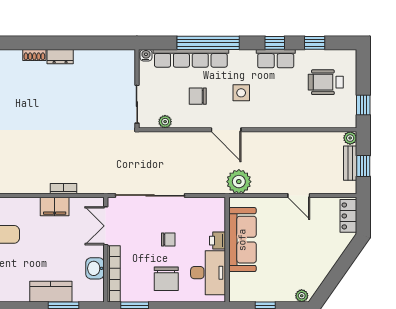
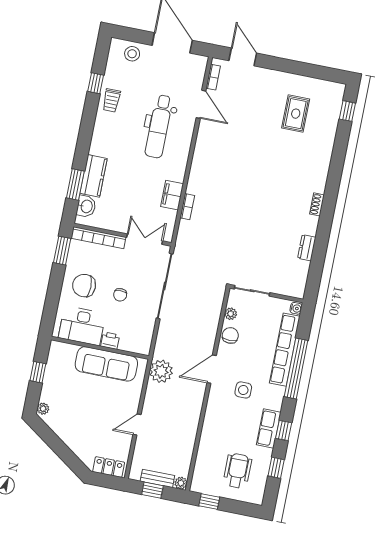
dresser: (60, 57) -> (307, 248), moved
chair: (198, 96) -> (230, 335), moved
washbasin: (95, 268) -> (86, 206), moved, turned 90

